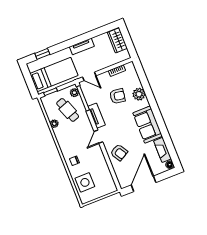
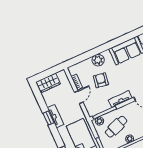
window: (80, 39) -> (48, 118), added
door: (89, 76) -> (79, 97), moved

